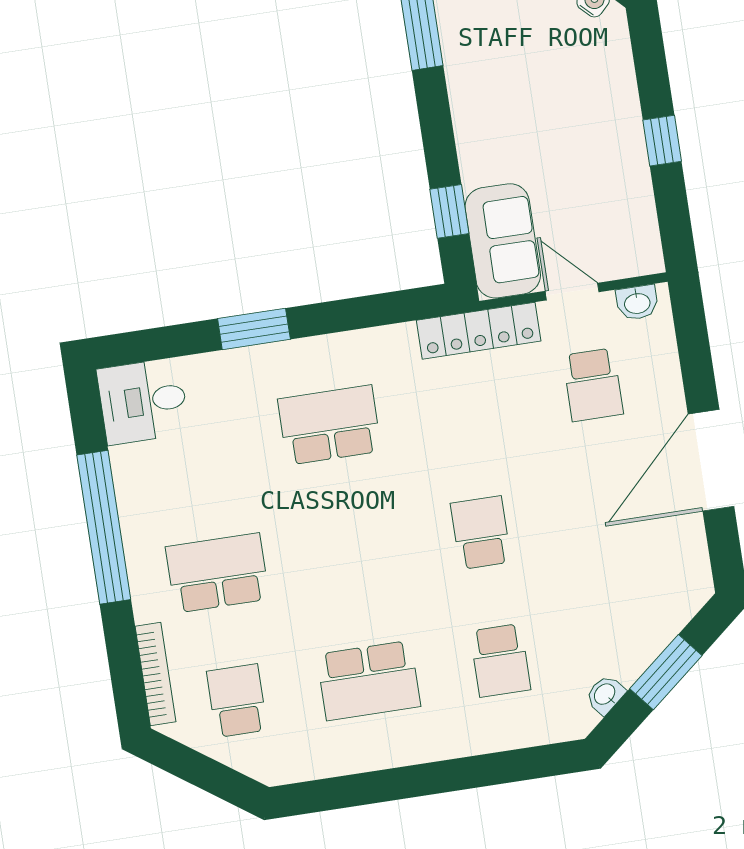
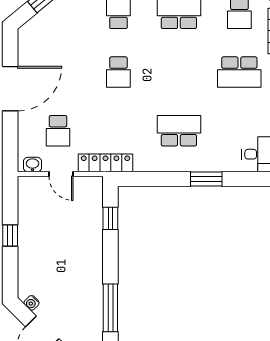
sofa: (503, 241) -> (89, 201), removed
school desk: (593, 385) -> (58, 131), turned 180
school desk: (330, 425) -> (179, 131), turned 180

